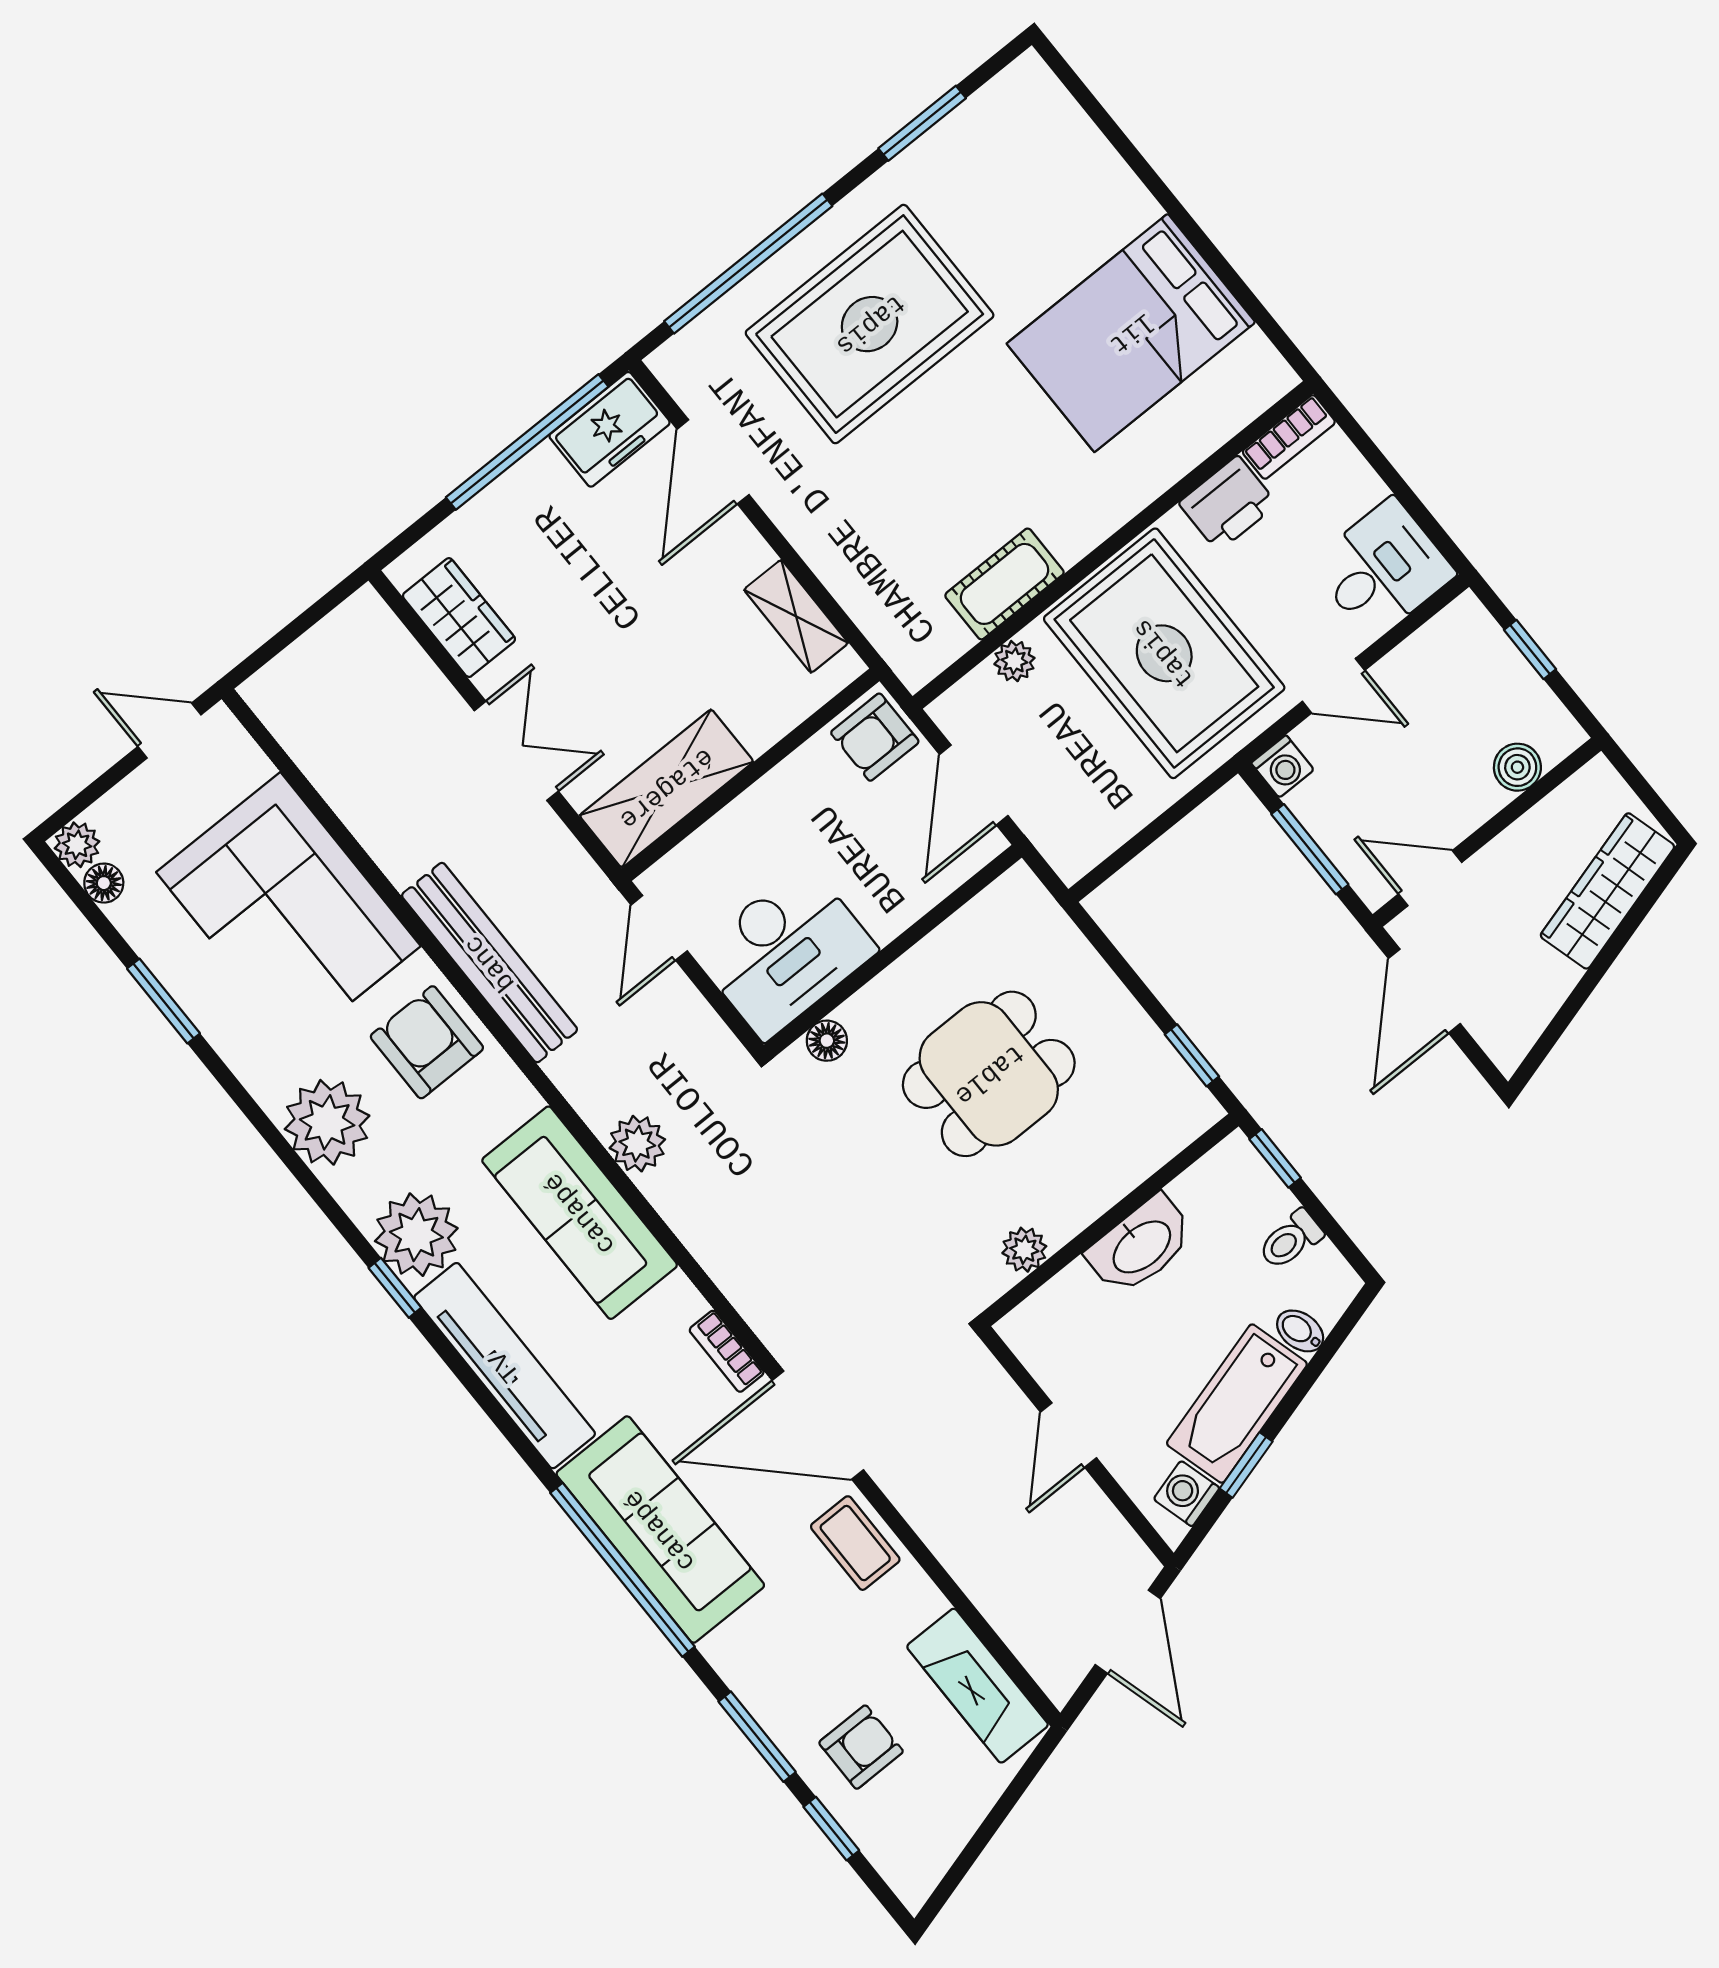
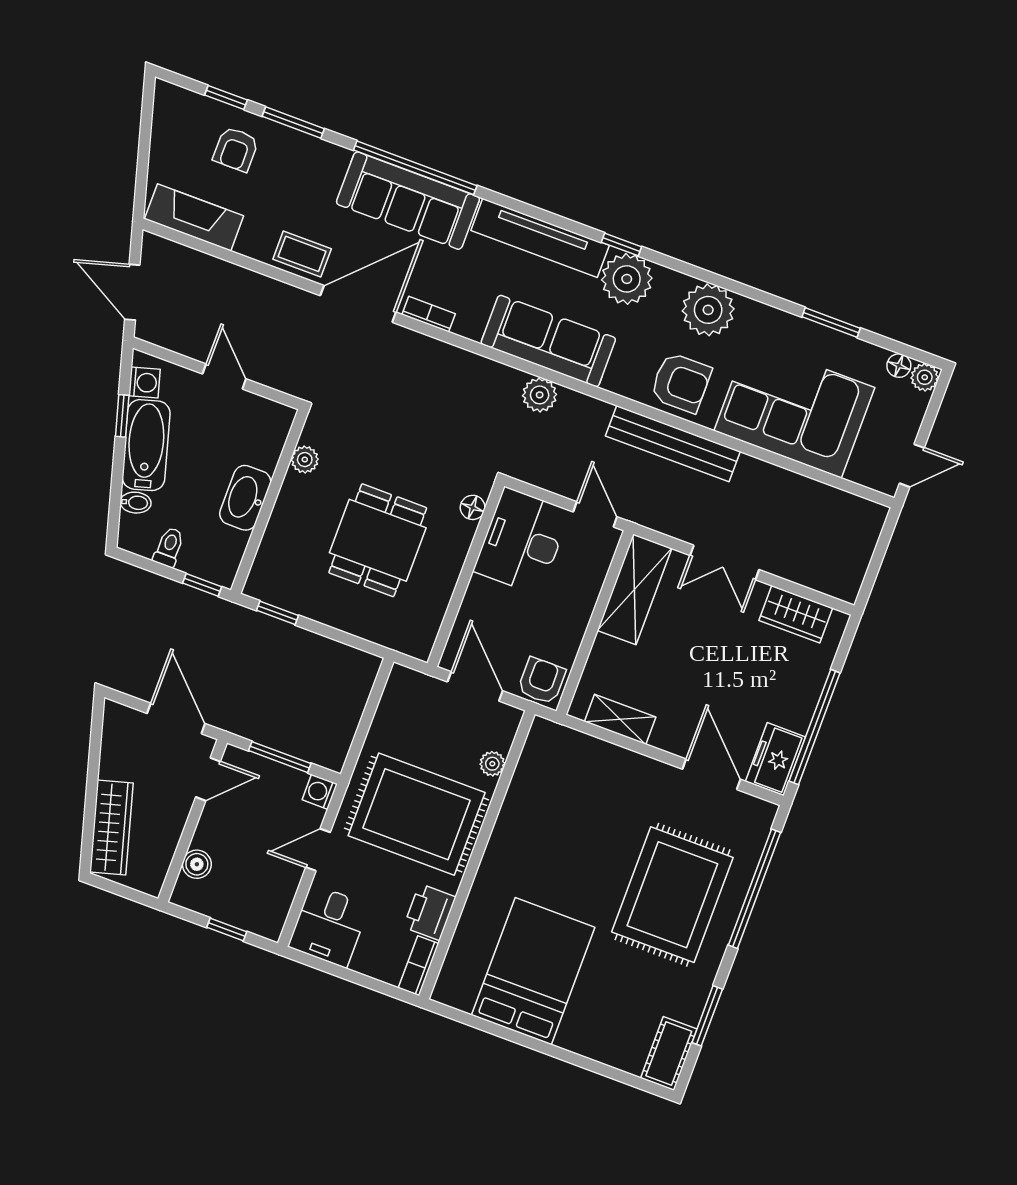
cot: (1004, 584) -> (669, 1054), moved

